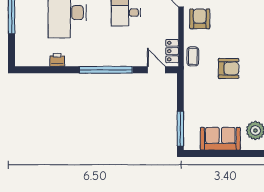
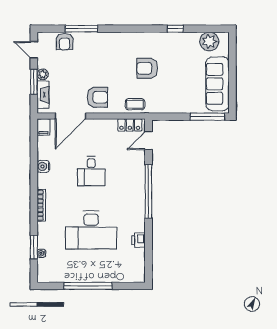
armchair: (200, 19) -> (97, 97), turned 180
armchair: (229, 68) -> (147, 68), turned -90
sofa: (220, 139) -> (218, 84), width x1.36

